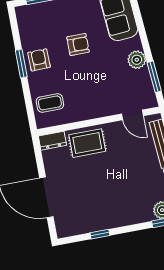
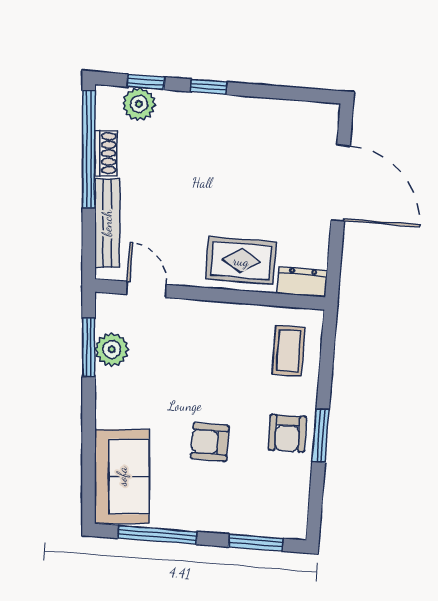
plant: (137, 60) -> (112, 349), moved
coffee table: (50, 103) -> (289, 351), turned 90
window: (100, 234) -> (208, 87), moved

